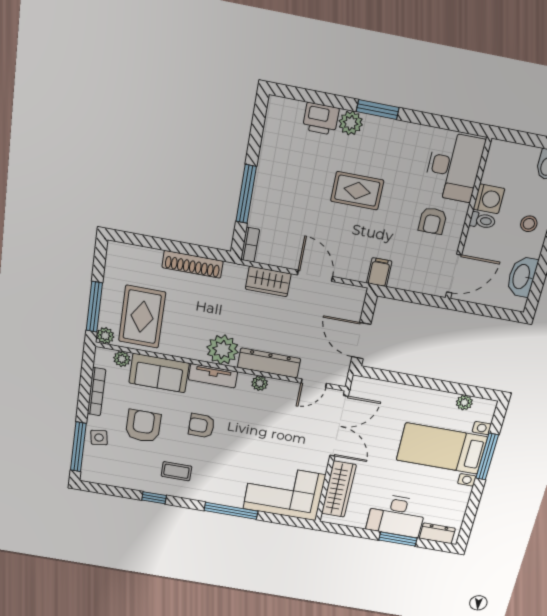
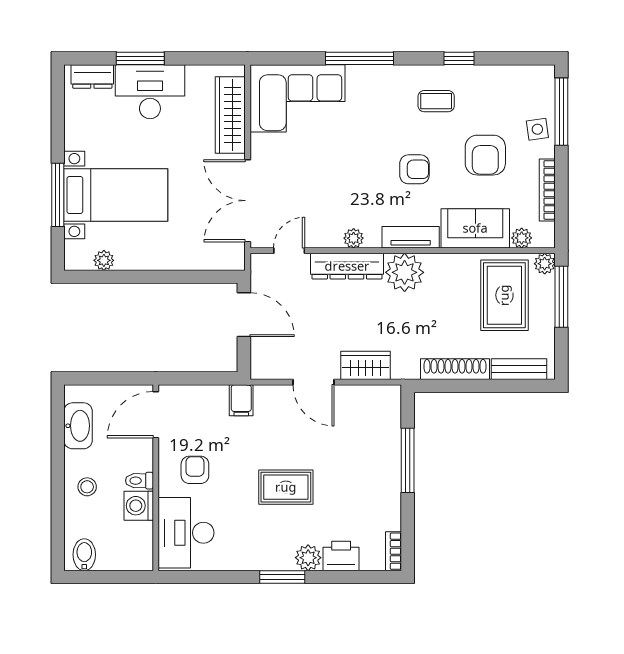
bookcase: (250, 245) -> (394, 551), moved
bench: (138, 254) -> (519, 369), added

